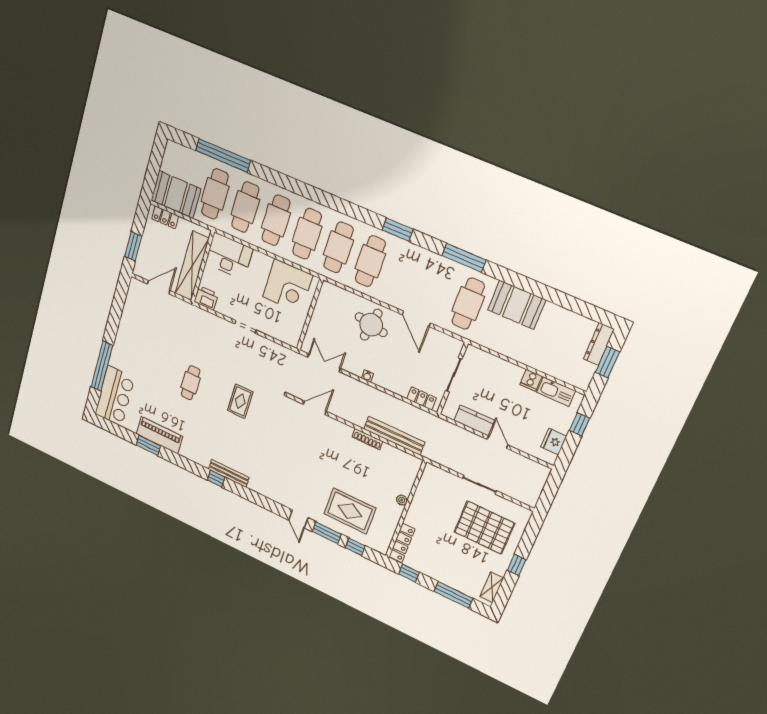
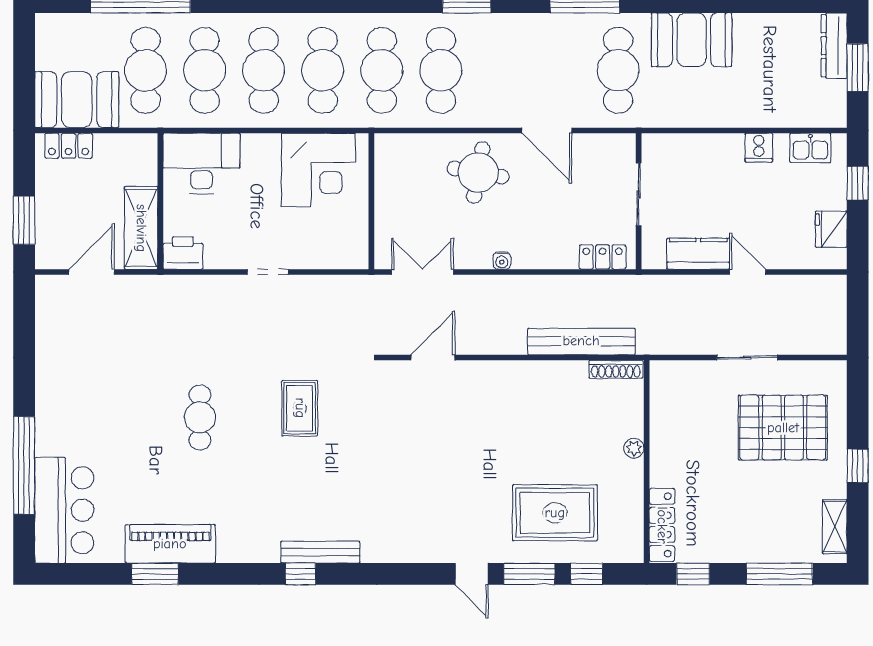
shelving: (192, 266) -> (141, 228), width x0.68
kitchen sink: (556, 392) -> (810, 148), width x0.73
shoe rack: (367, 439) -> (616, 369), moved

